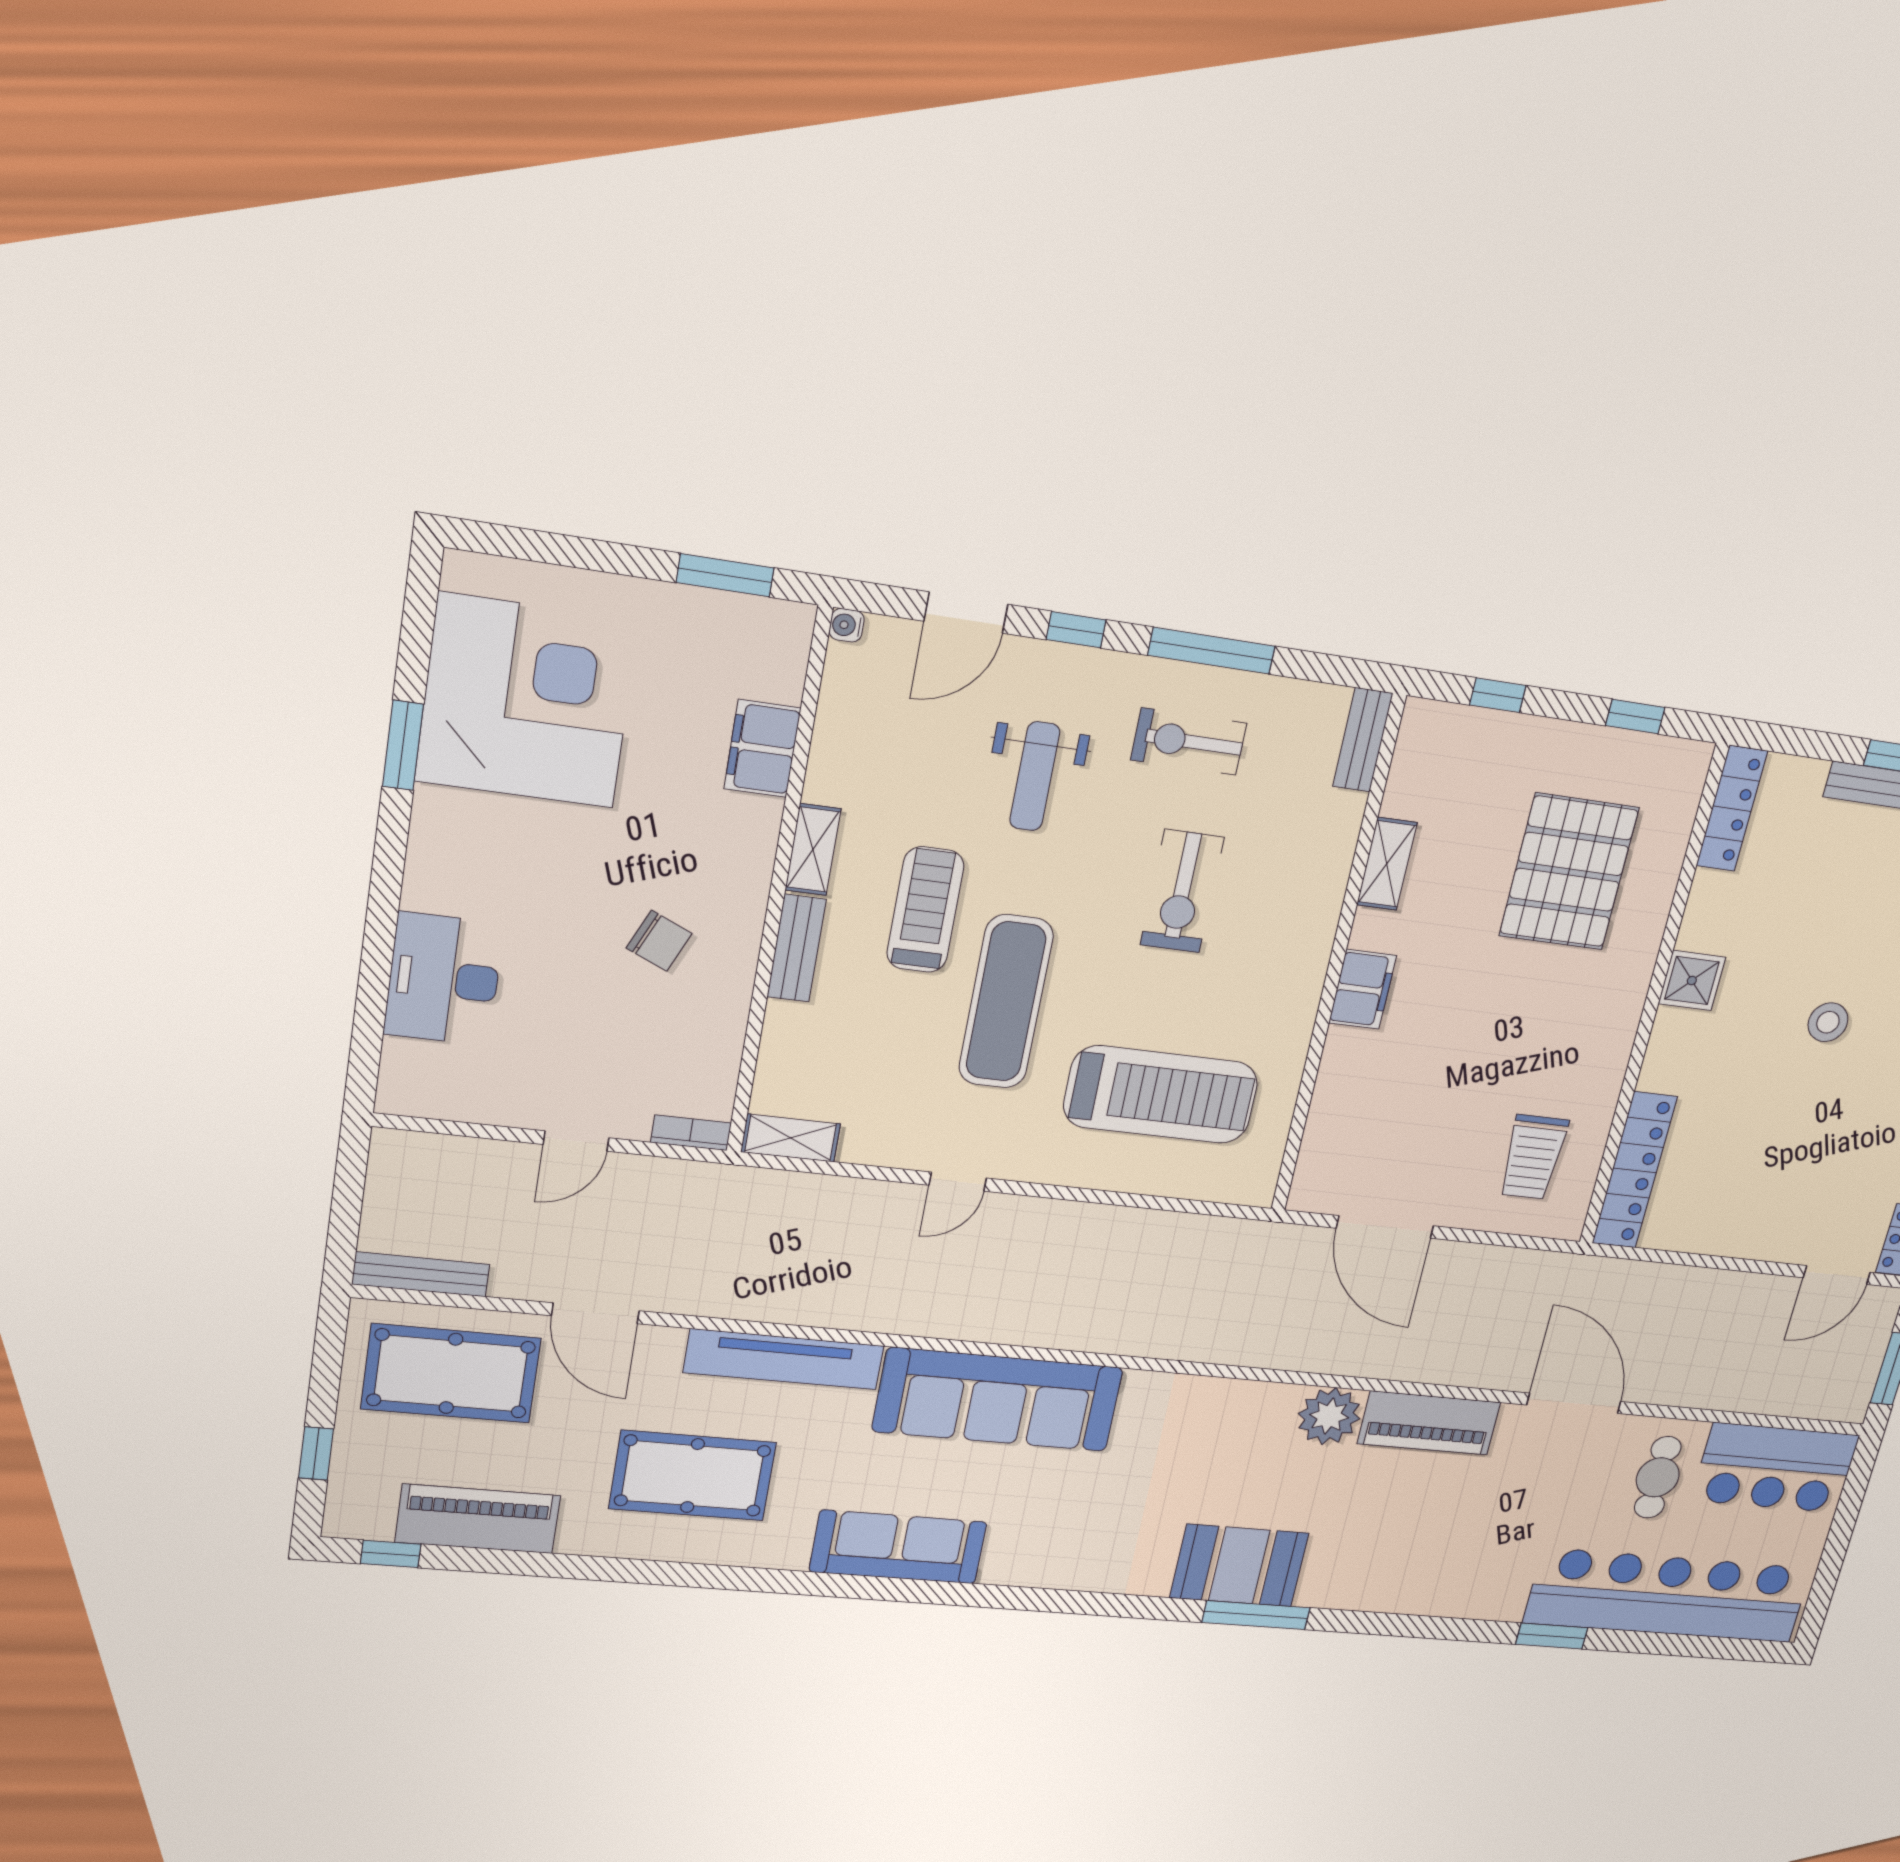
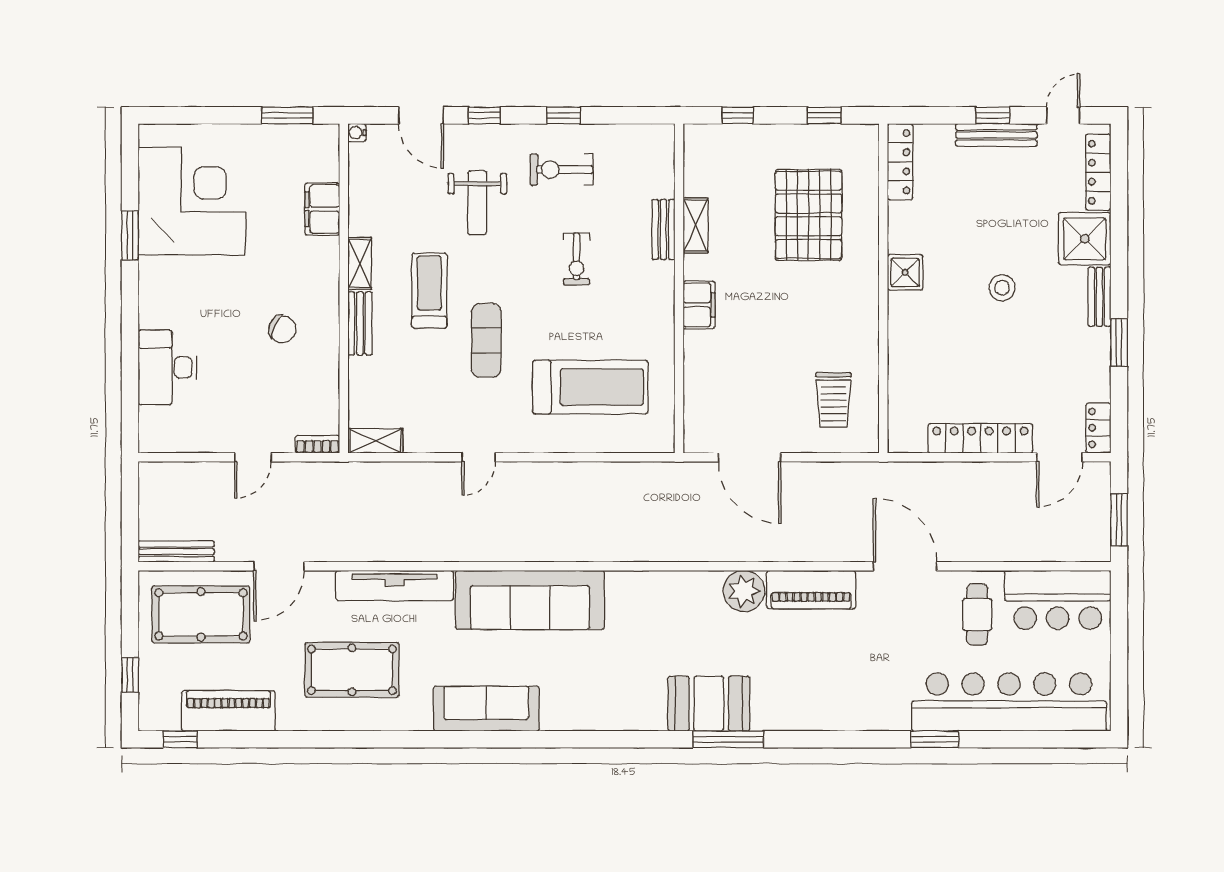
door: (966, 613) -> (421, 115), hinge flipped
window: (1211, 651) -> (564, 115), width x0.46
bench: (1363, 740) -> (663, 229), moved
exercise bike: (1182, 891) -> (577, 259), width x0.73, depth x0.72
exercise mat: (1006, 1002) -> (486, 340), width x0.73, depth x0.69
locker: (1635, 1170) -> (980, 438), moved, turned -90
door: (595, 1313) -> (279, 566), hinge flipped

